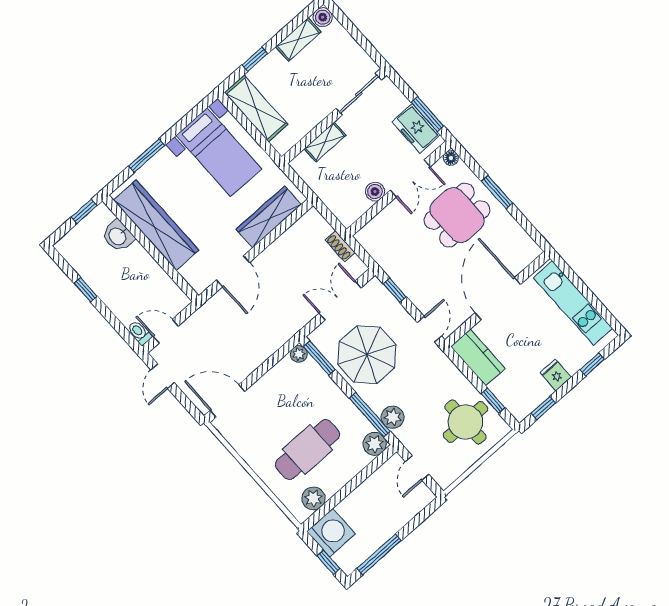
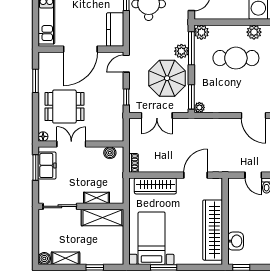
shelving: (256, 109) -> (102, 217), moved, turned 90
window: (147, 156) -> (164, 267), moved
boiler: (375, 192) -> (110, 153), moved
window: (497, 192) -> (36, 81), moved
shoe rack: (340, 246) -> (134, 163), moved
plant: (393, 417) -> (181, 51), moved

